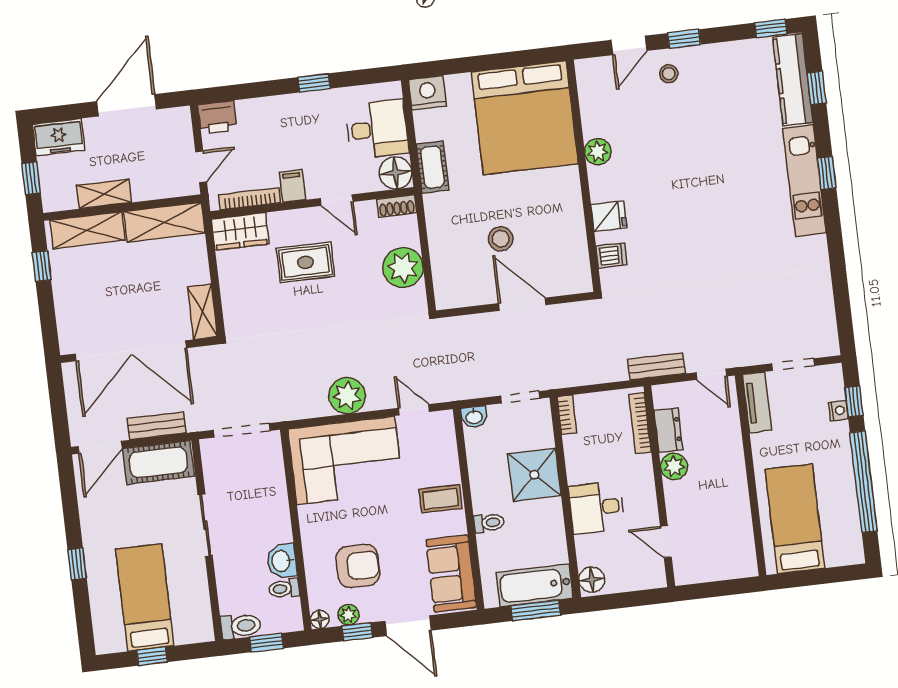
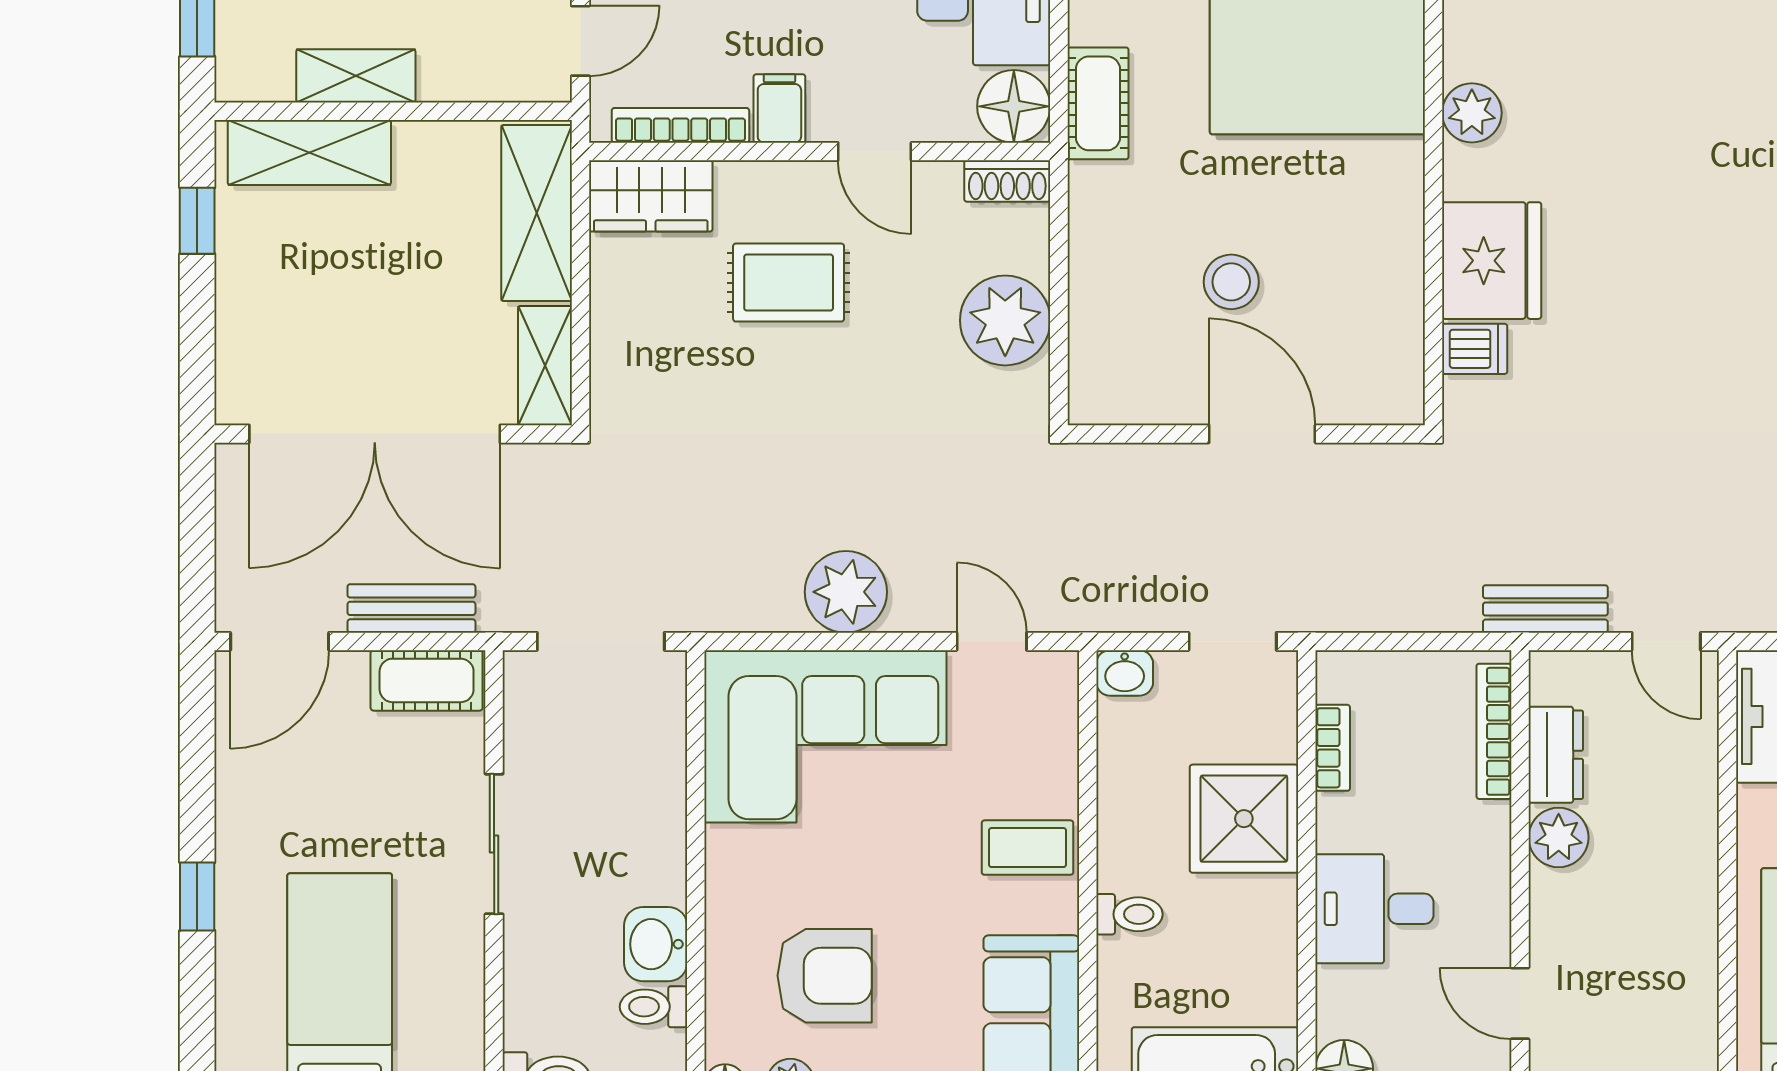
fridge: (609, 216) -> (1492, 261), width x1.88, depth x1.34
shelving: (164, 222) -> (537, 213), moved, turned 90
bookcase: (567, 415) -> (1333, 748), moved
cot: (158, 462) -> (427, 680), width x0.73, depth x0.75

